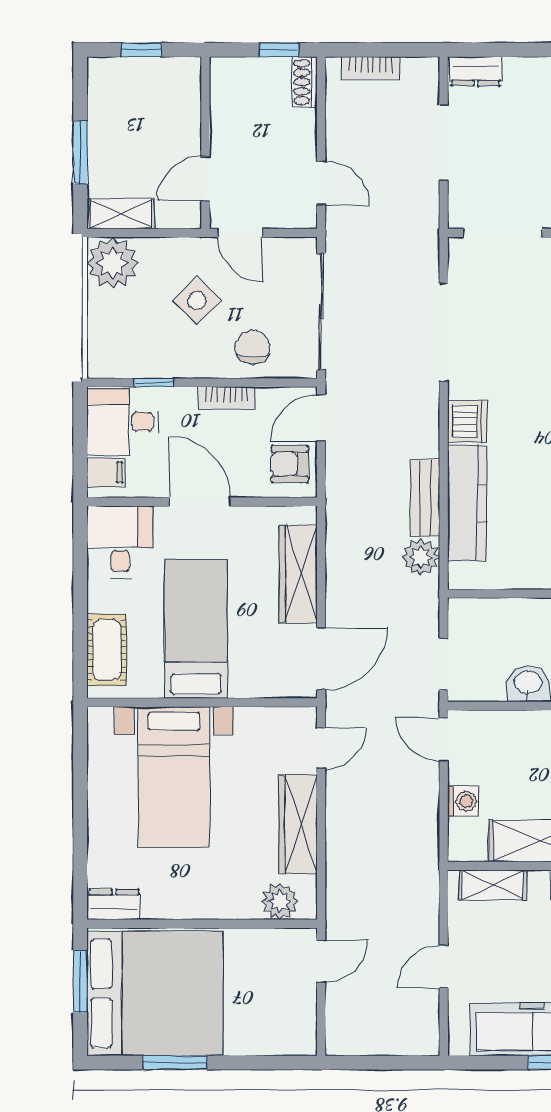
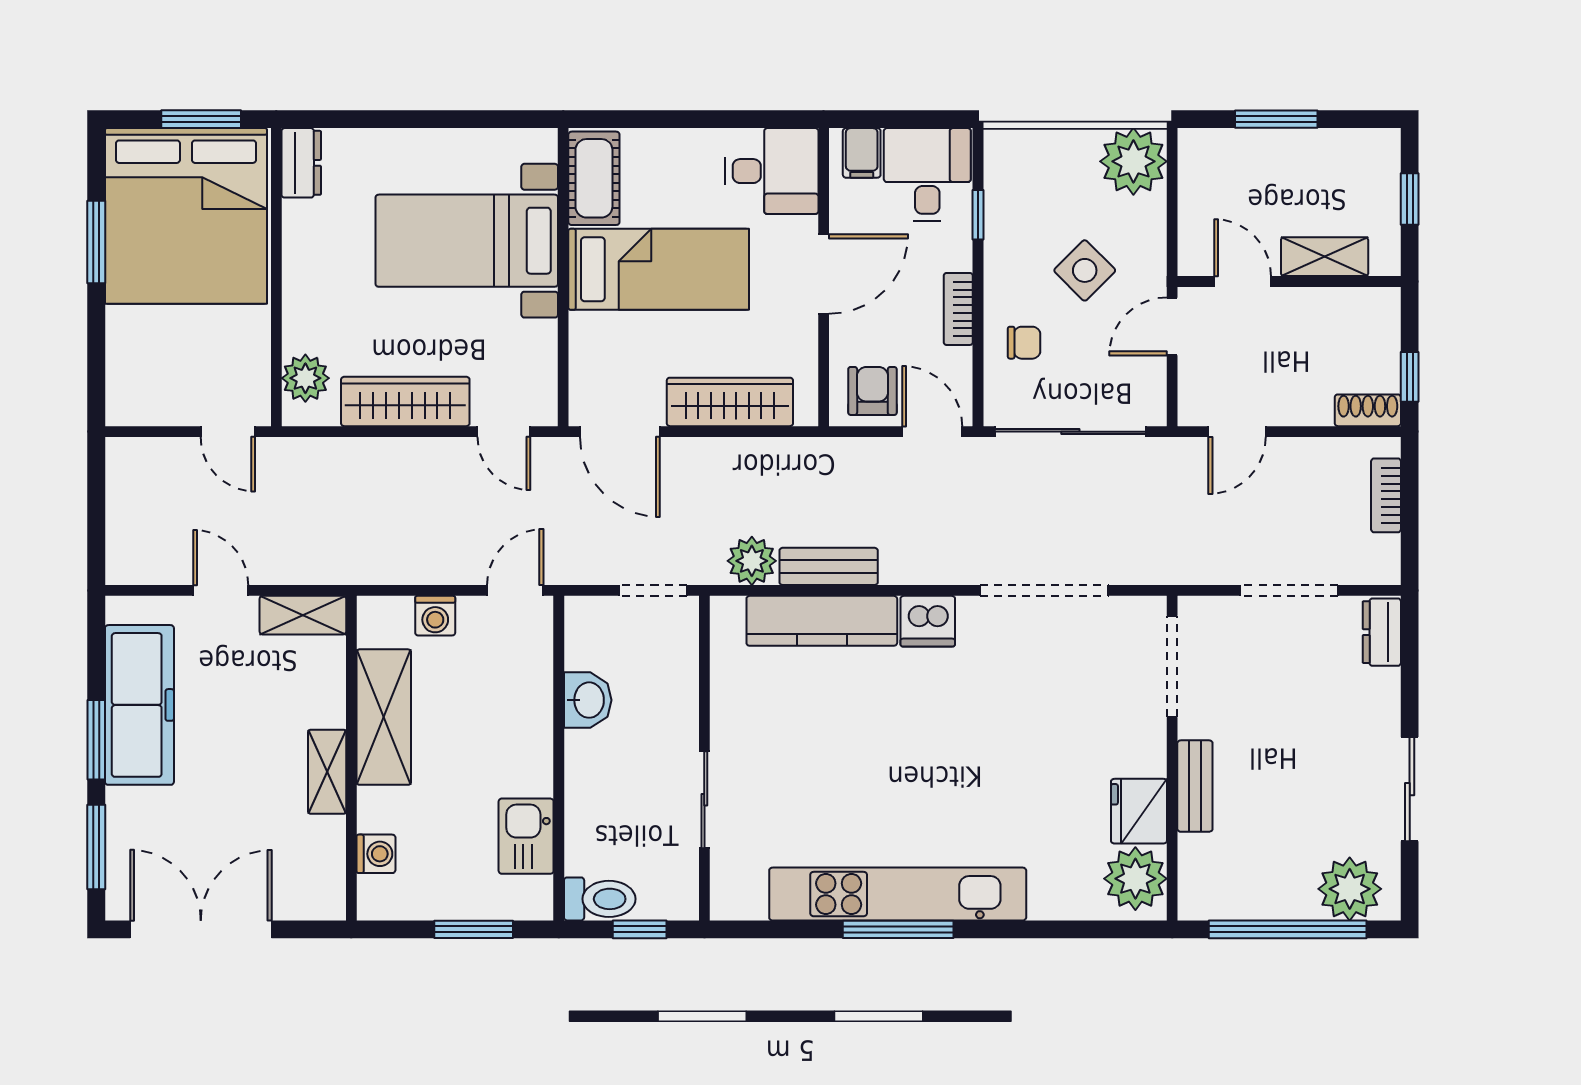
shelving: (120, 214) -> (1325, 257), moved, turned 90
chair: (253, 347) -> (1024, 343), width x0.73, depth x0.73
cot: (107, 650) -> (594, 178), moved, turned 90
doorway: (444, 664) -> (653, 590), moved
shelving: (493, 885) -> (303, 615), moved, turned 90

